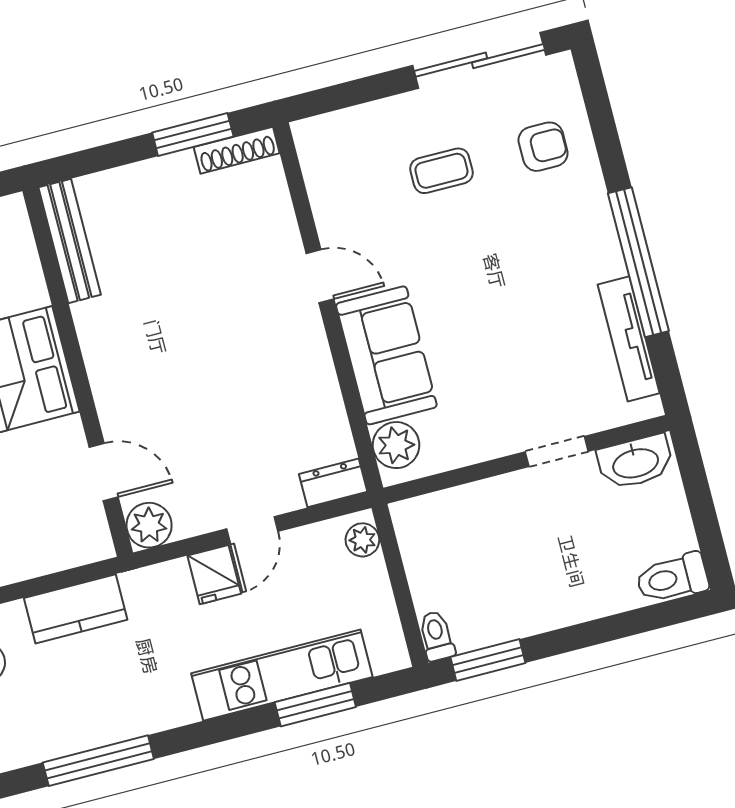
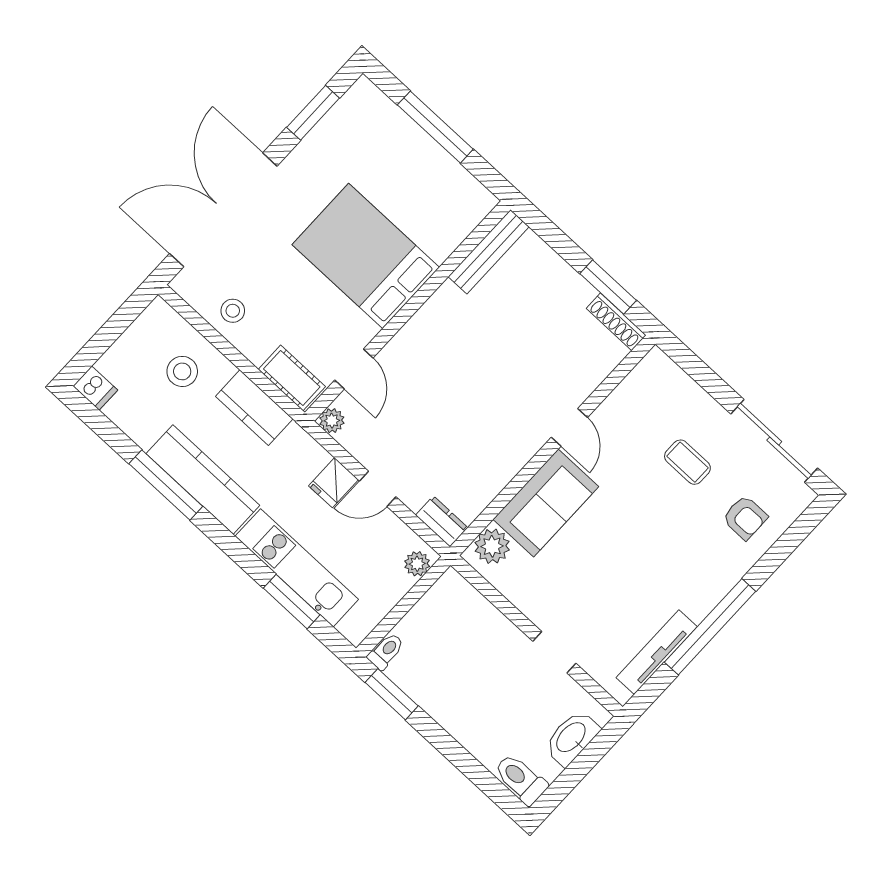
washbasin: (635, 462) -> (572, 738), moved, turned 90
plant: (149, 525) -> (332, 421), width x0.73, depth x0.73
cot: (70, 547) -> (292, 378), added
kitchen counter: (118, 716) -> (203, 480), added

